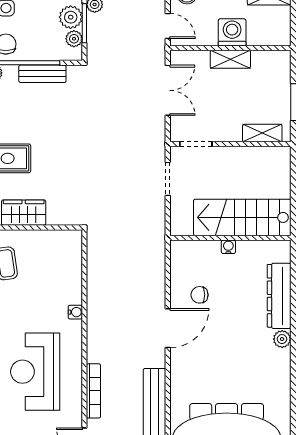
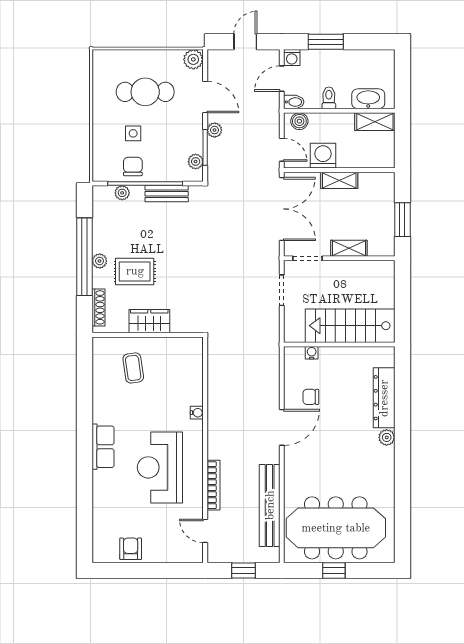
plant: (71, 17) -> (193, 142), removed
washing machine: (232, 32) -> (323, 156), moved
double door: (168, 90) -> (282, 209), width x1.37
shelving: (262, 133) -> (349, 248), moved
water cooler: (228, 247) -> (312, 353), moved

